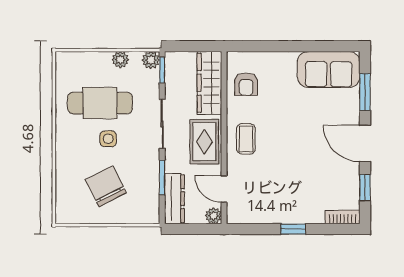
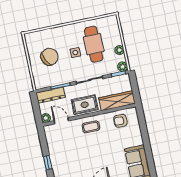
door: (224, 189) -> (61, 121), hinge flipped

